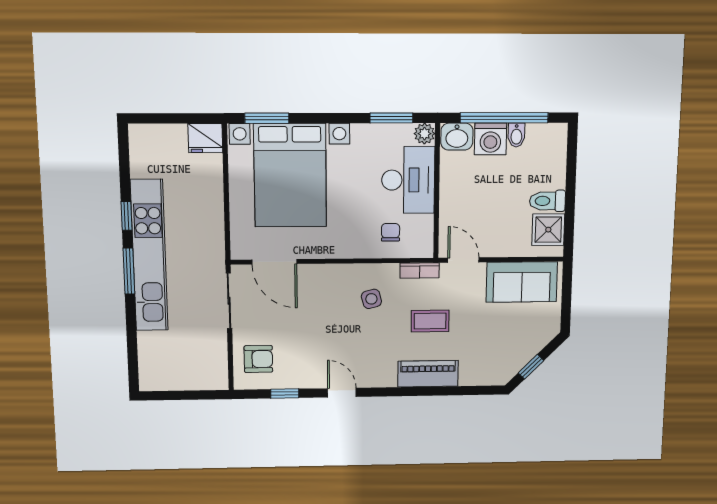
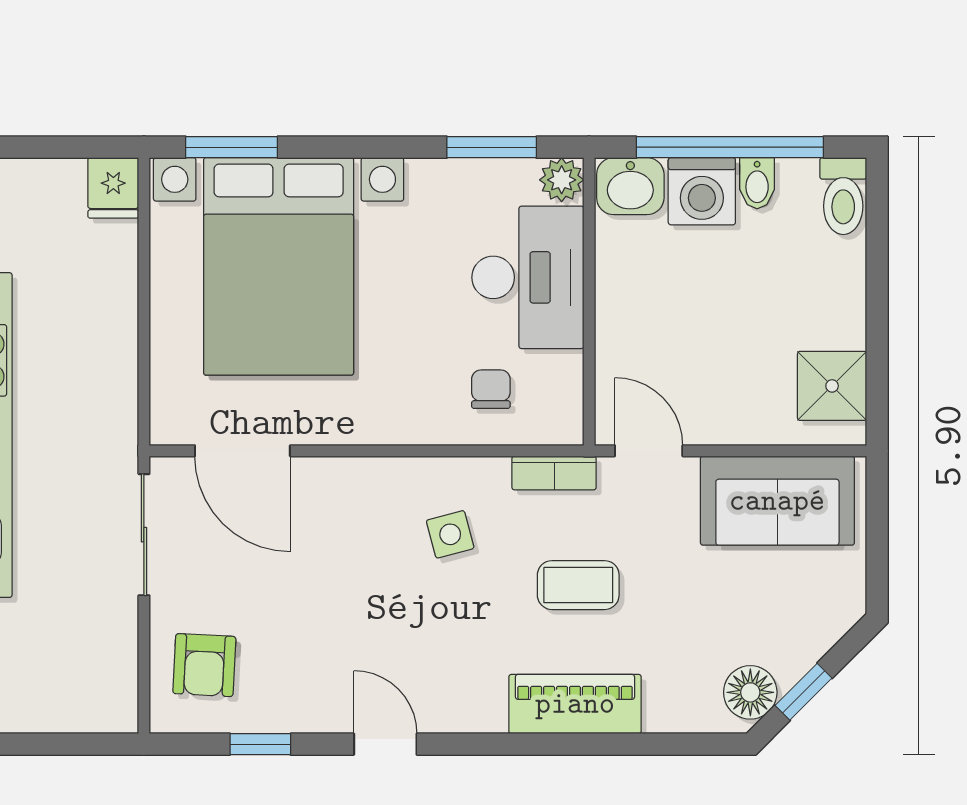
fridge: (205, 138) -> (113, 188), width x0.72
toilet: (547, 201) -> (843, 196), moved, turned -90
armchair: (258, 359) -> (204, 665), turned 93
floor lamp: (507, 367) -> (750, 692), added

